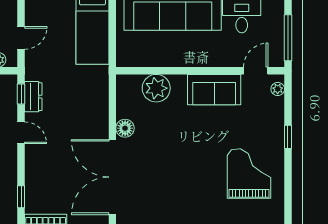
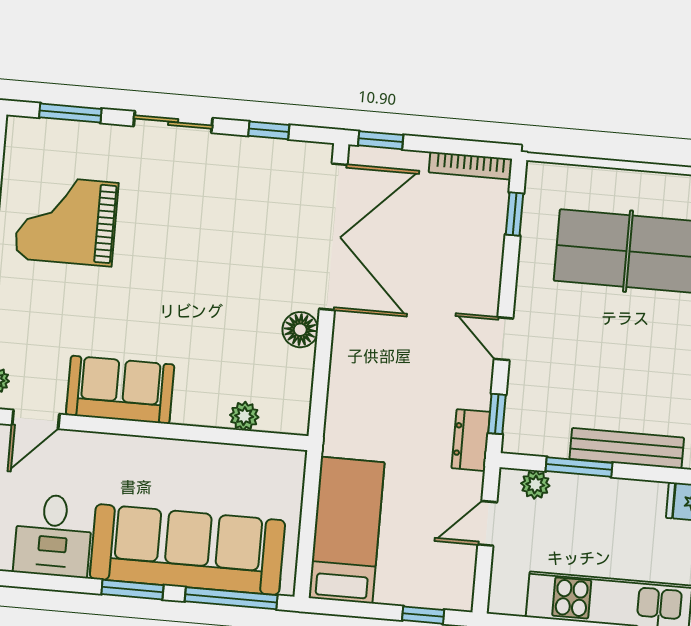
plant: (156, 88) -> (244, 416), width x0.53, depth x0.53
dresser: (33, 97) -> (471, 440), moved
grand piano: (249, 173) -> (66, 221), turned 90

